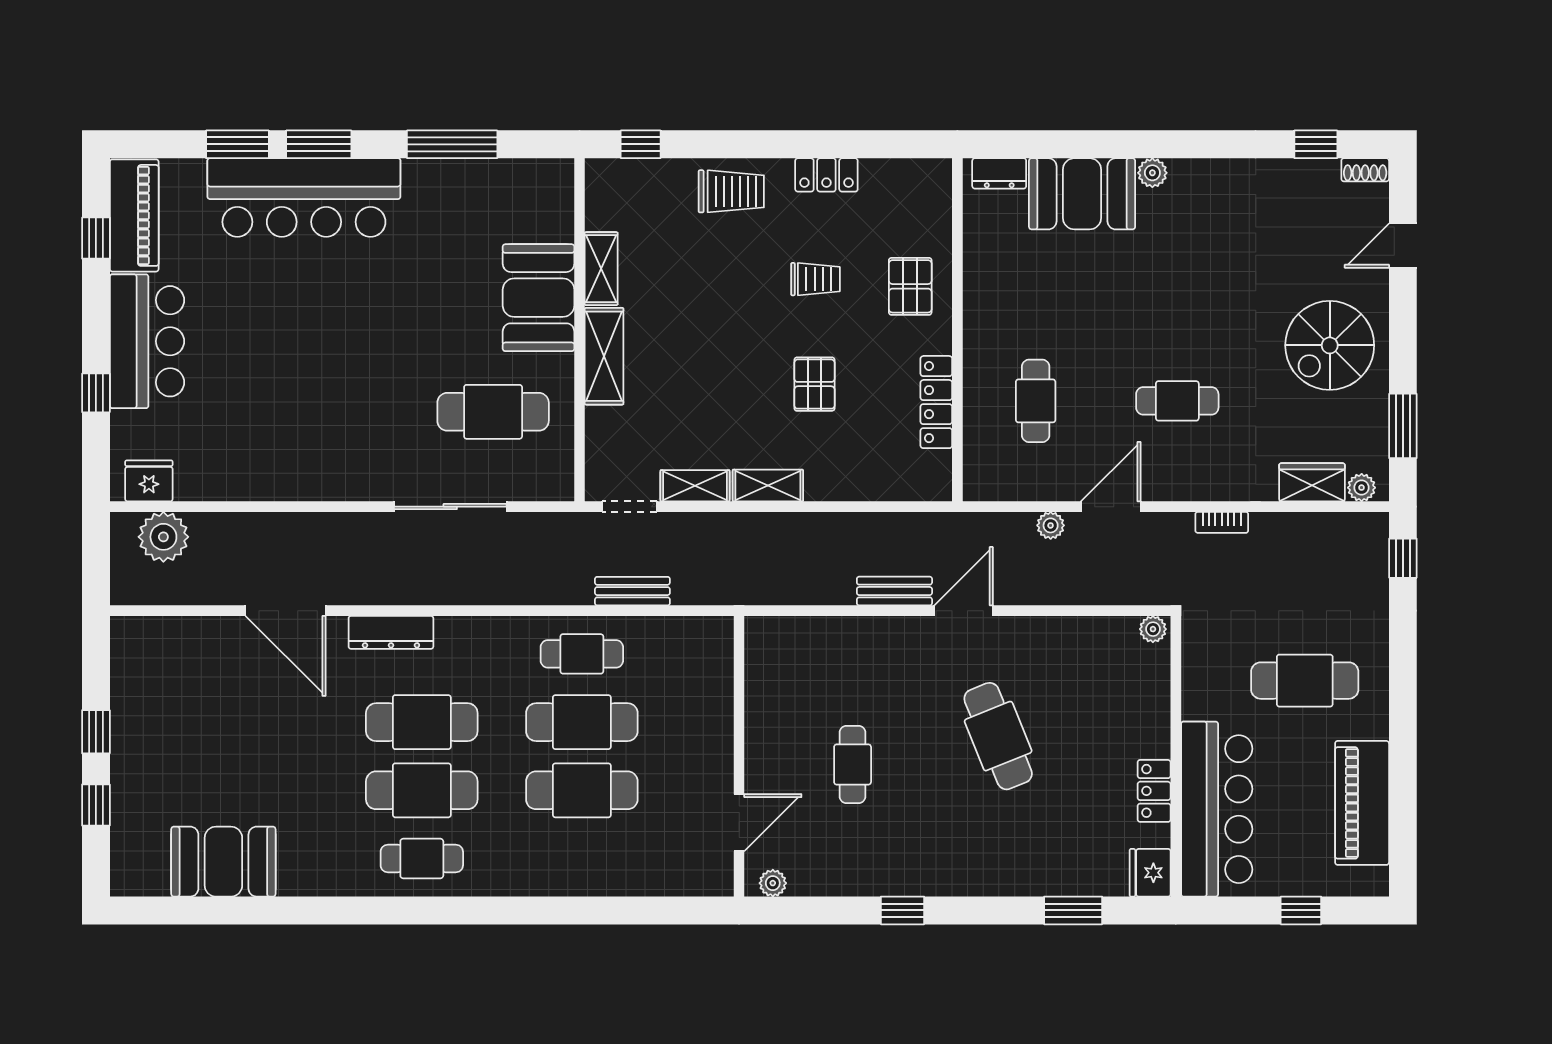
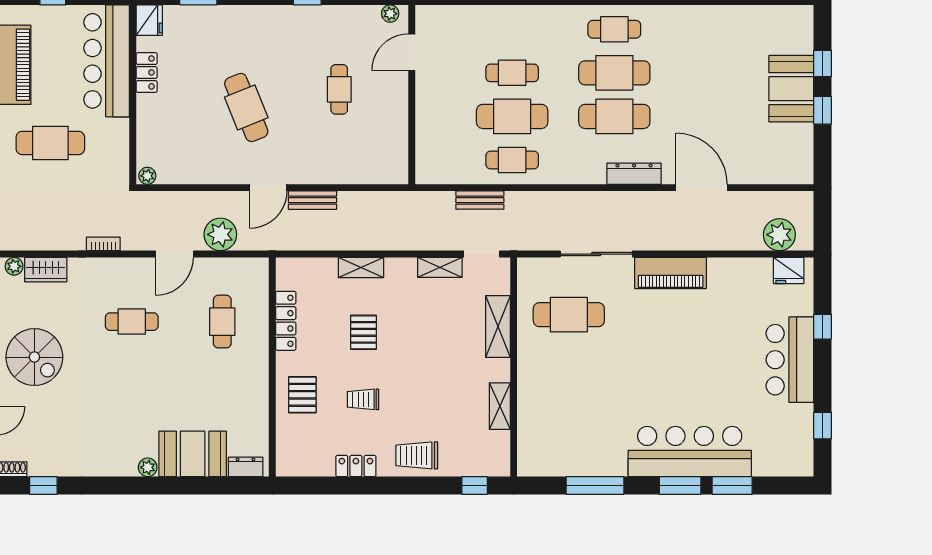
piano: (134, 215) -> (671, 273), moved, turned -90
booth: (539, 298) -> (540, 388), removed
spiral stairs: (1330, 345) -> (34, 357), turned 90
shelving: (604, 356) -> (498, 327), moved
shelving: (768, 486) -> (361, 268), moved
plant: (1051, 525) -> (220, 234), width x1.87, depth x1.87
cafe table: (582, 790) -> (512, 73), width x0.73, depth x0.74
booth: (223, 862) -> (791, 89), moved, turned 90

